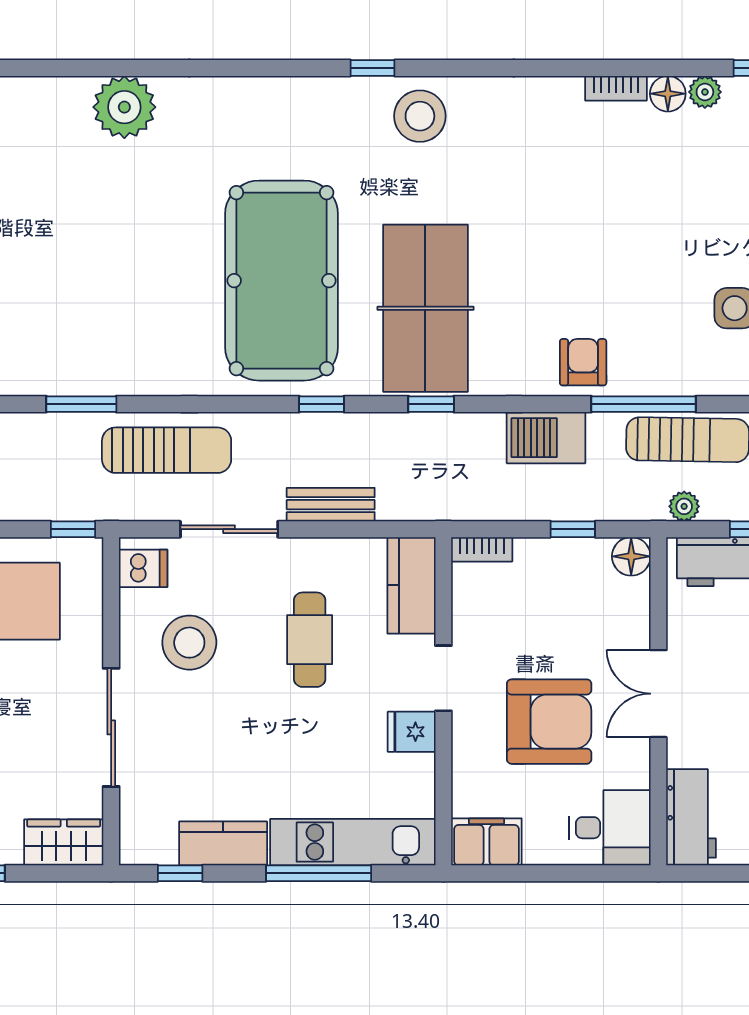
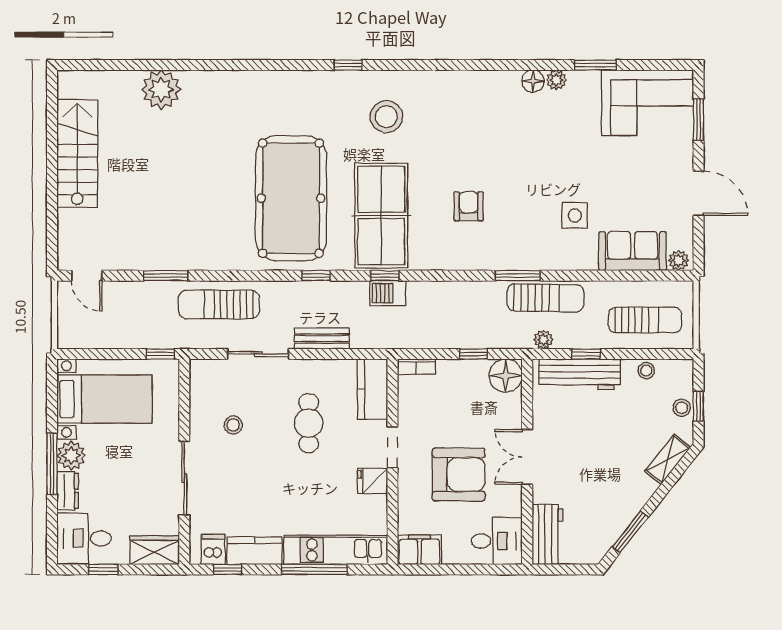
bookcase: (616, 88) -> (501, 78), removed
plant: (124, 107) -> (161, 89), moved
stool: (420, 116) -> (386, 117), moved
armchair: (583, 362) -> (469, 206), moved
window: (643, 404) -> (518, 276), width x0.69
barbecue: (546, 438) -> (388, 293), moved, width x0.73, depth x0.79
sun lounger: (167, 450) -> (219, 304), turned 180
floor lamp: (631, 556) -> (506, 376), width x1.38, depth x1.38
dishwasher: (143, 568) -> (213, 549), moved, turned -90
stool: (189, 643) -> (233, 425), width x0.53, depth x0.53

